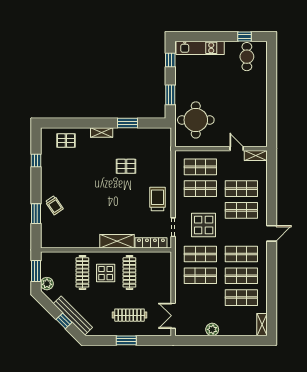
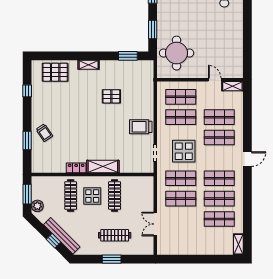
window: (127, 123) -> (128, 56), moved
pallet: (66, 141) -> (55, 72), width x1.50, depth x1.42
trolley: (157, 199) -> (141, 127), turned -90
locker: (151, 243) -> (76, 168), moved, width x0.66
double door: (173, 316) -> (155, 224), moved
plant: (212, 329) -> (192, 249), removed

